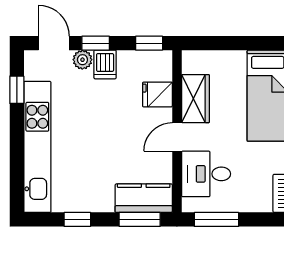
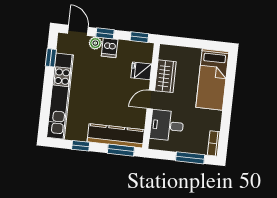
kitchen counter: (144, 198) -> (116, 136), width x1.50
window: (216, 219) -> (190, 158), moved

